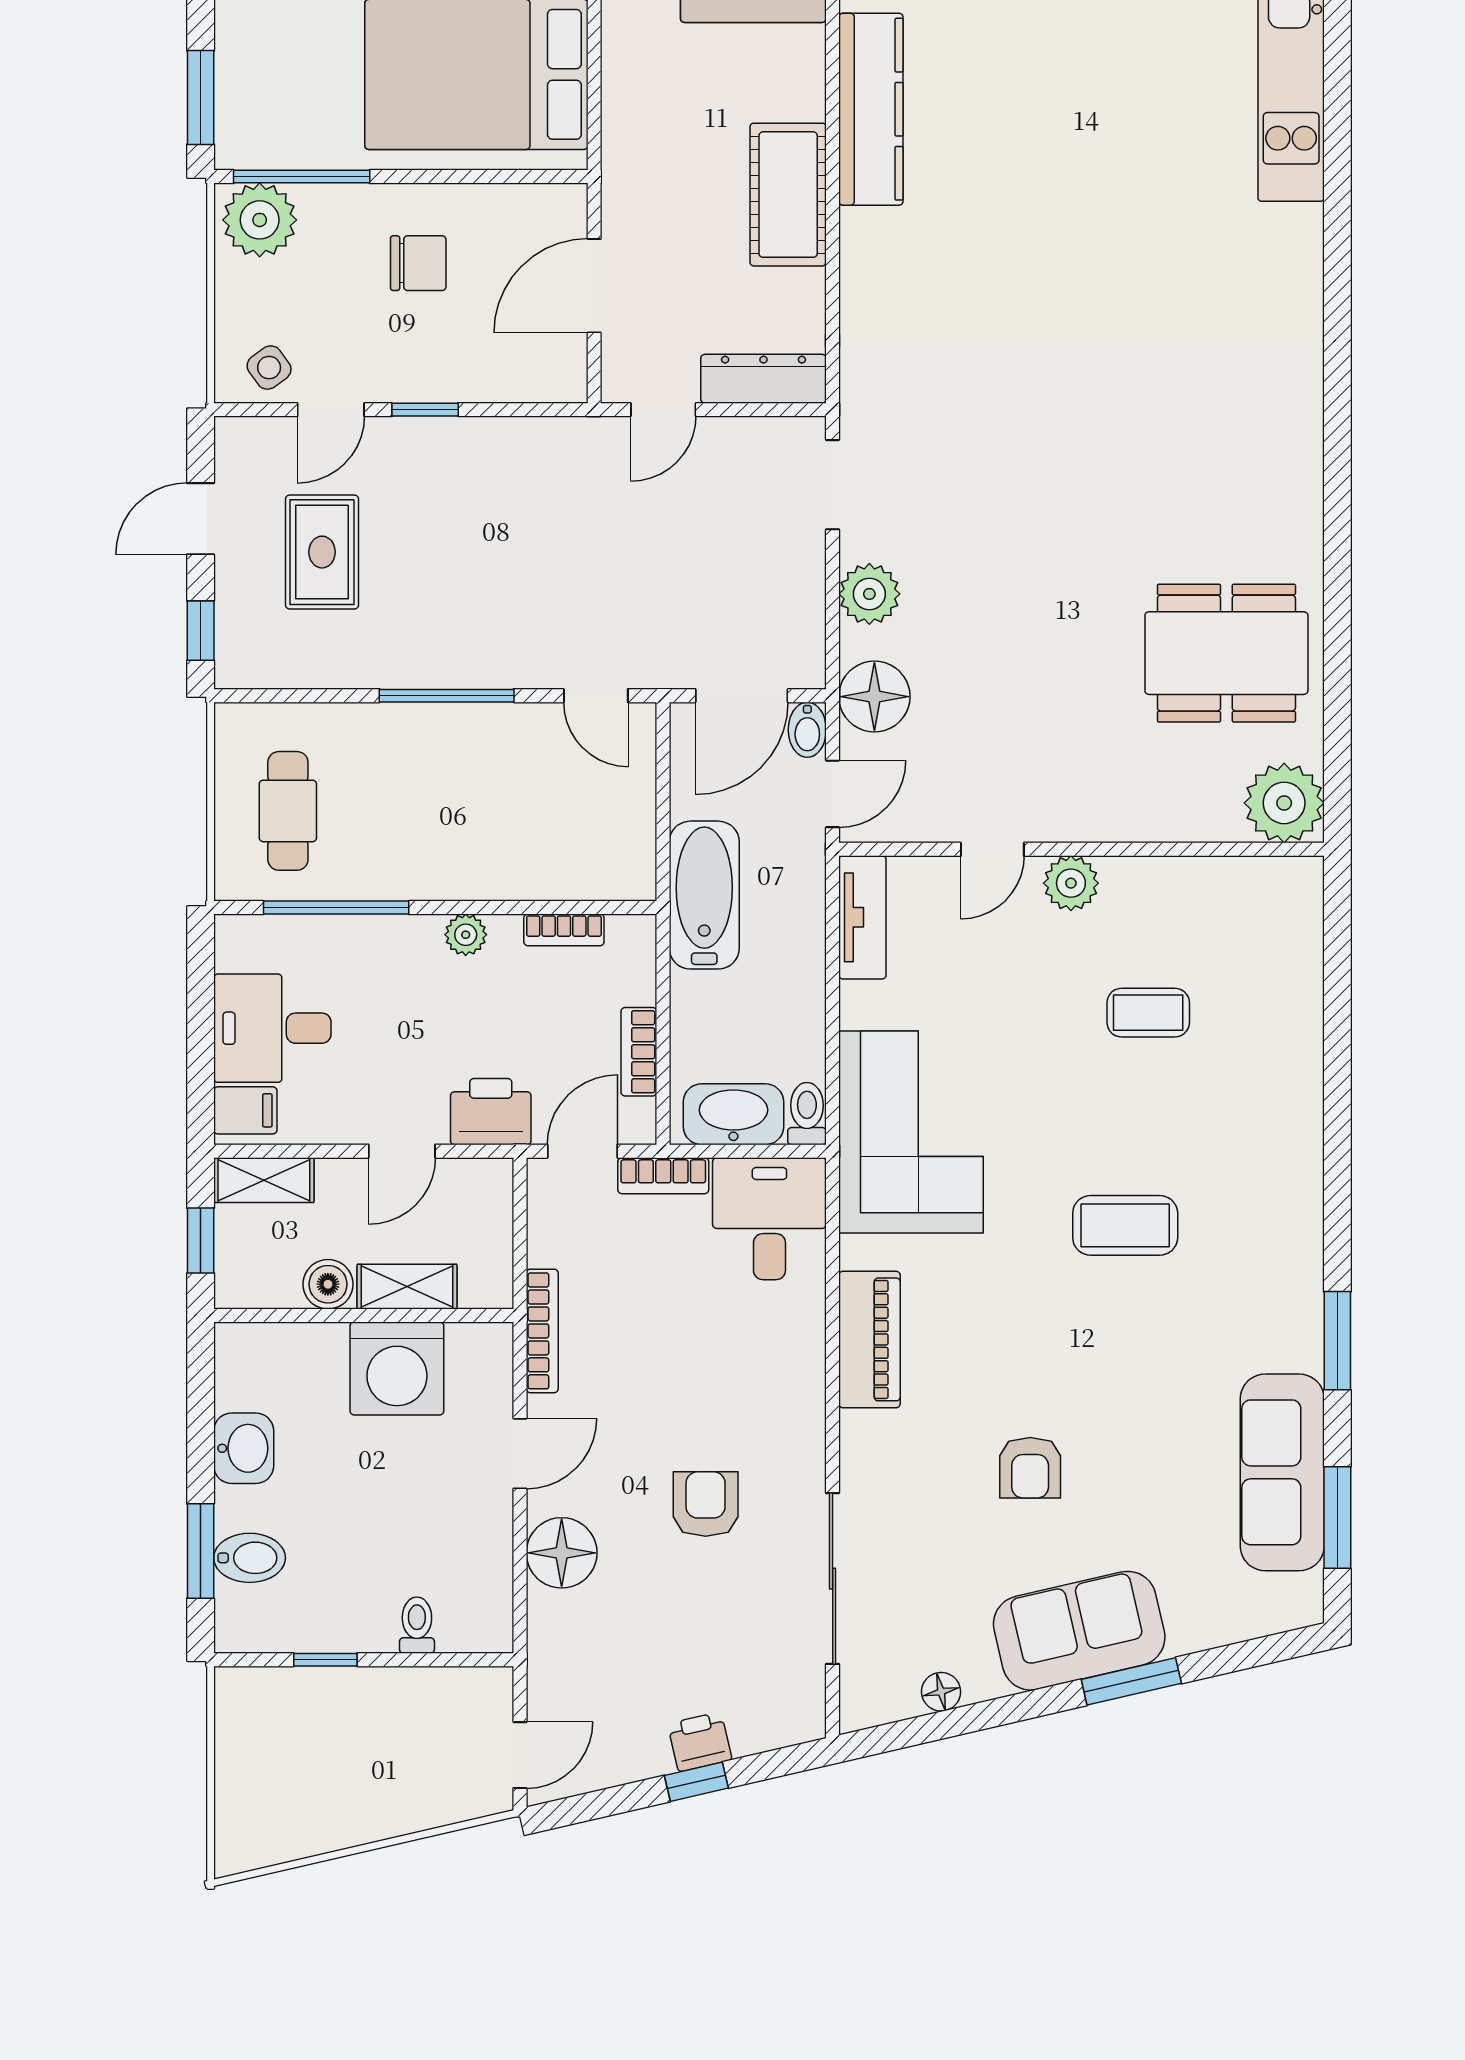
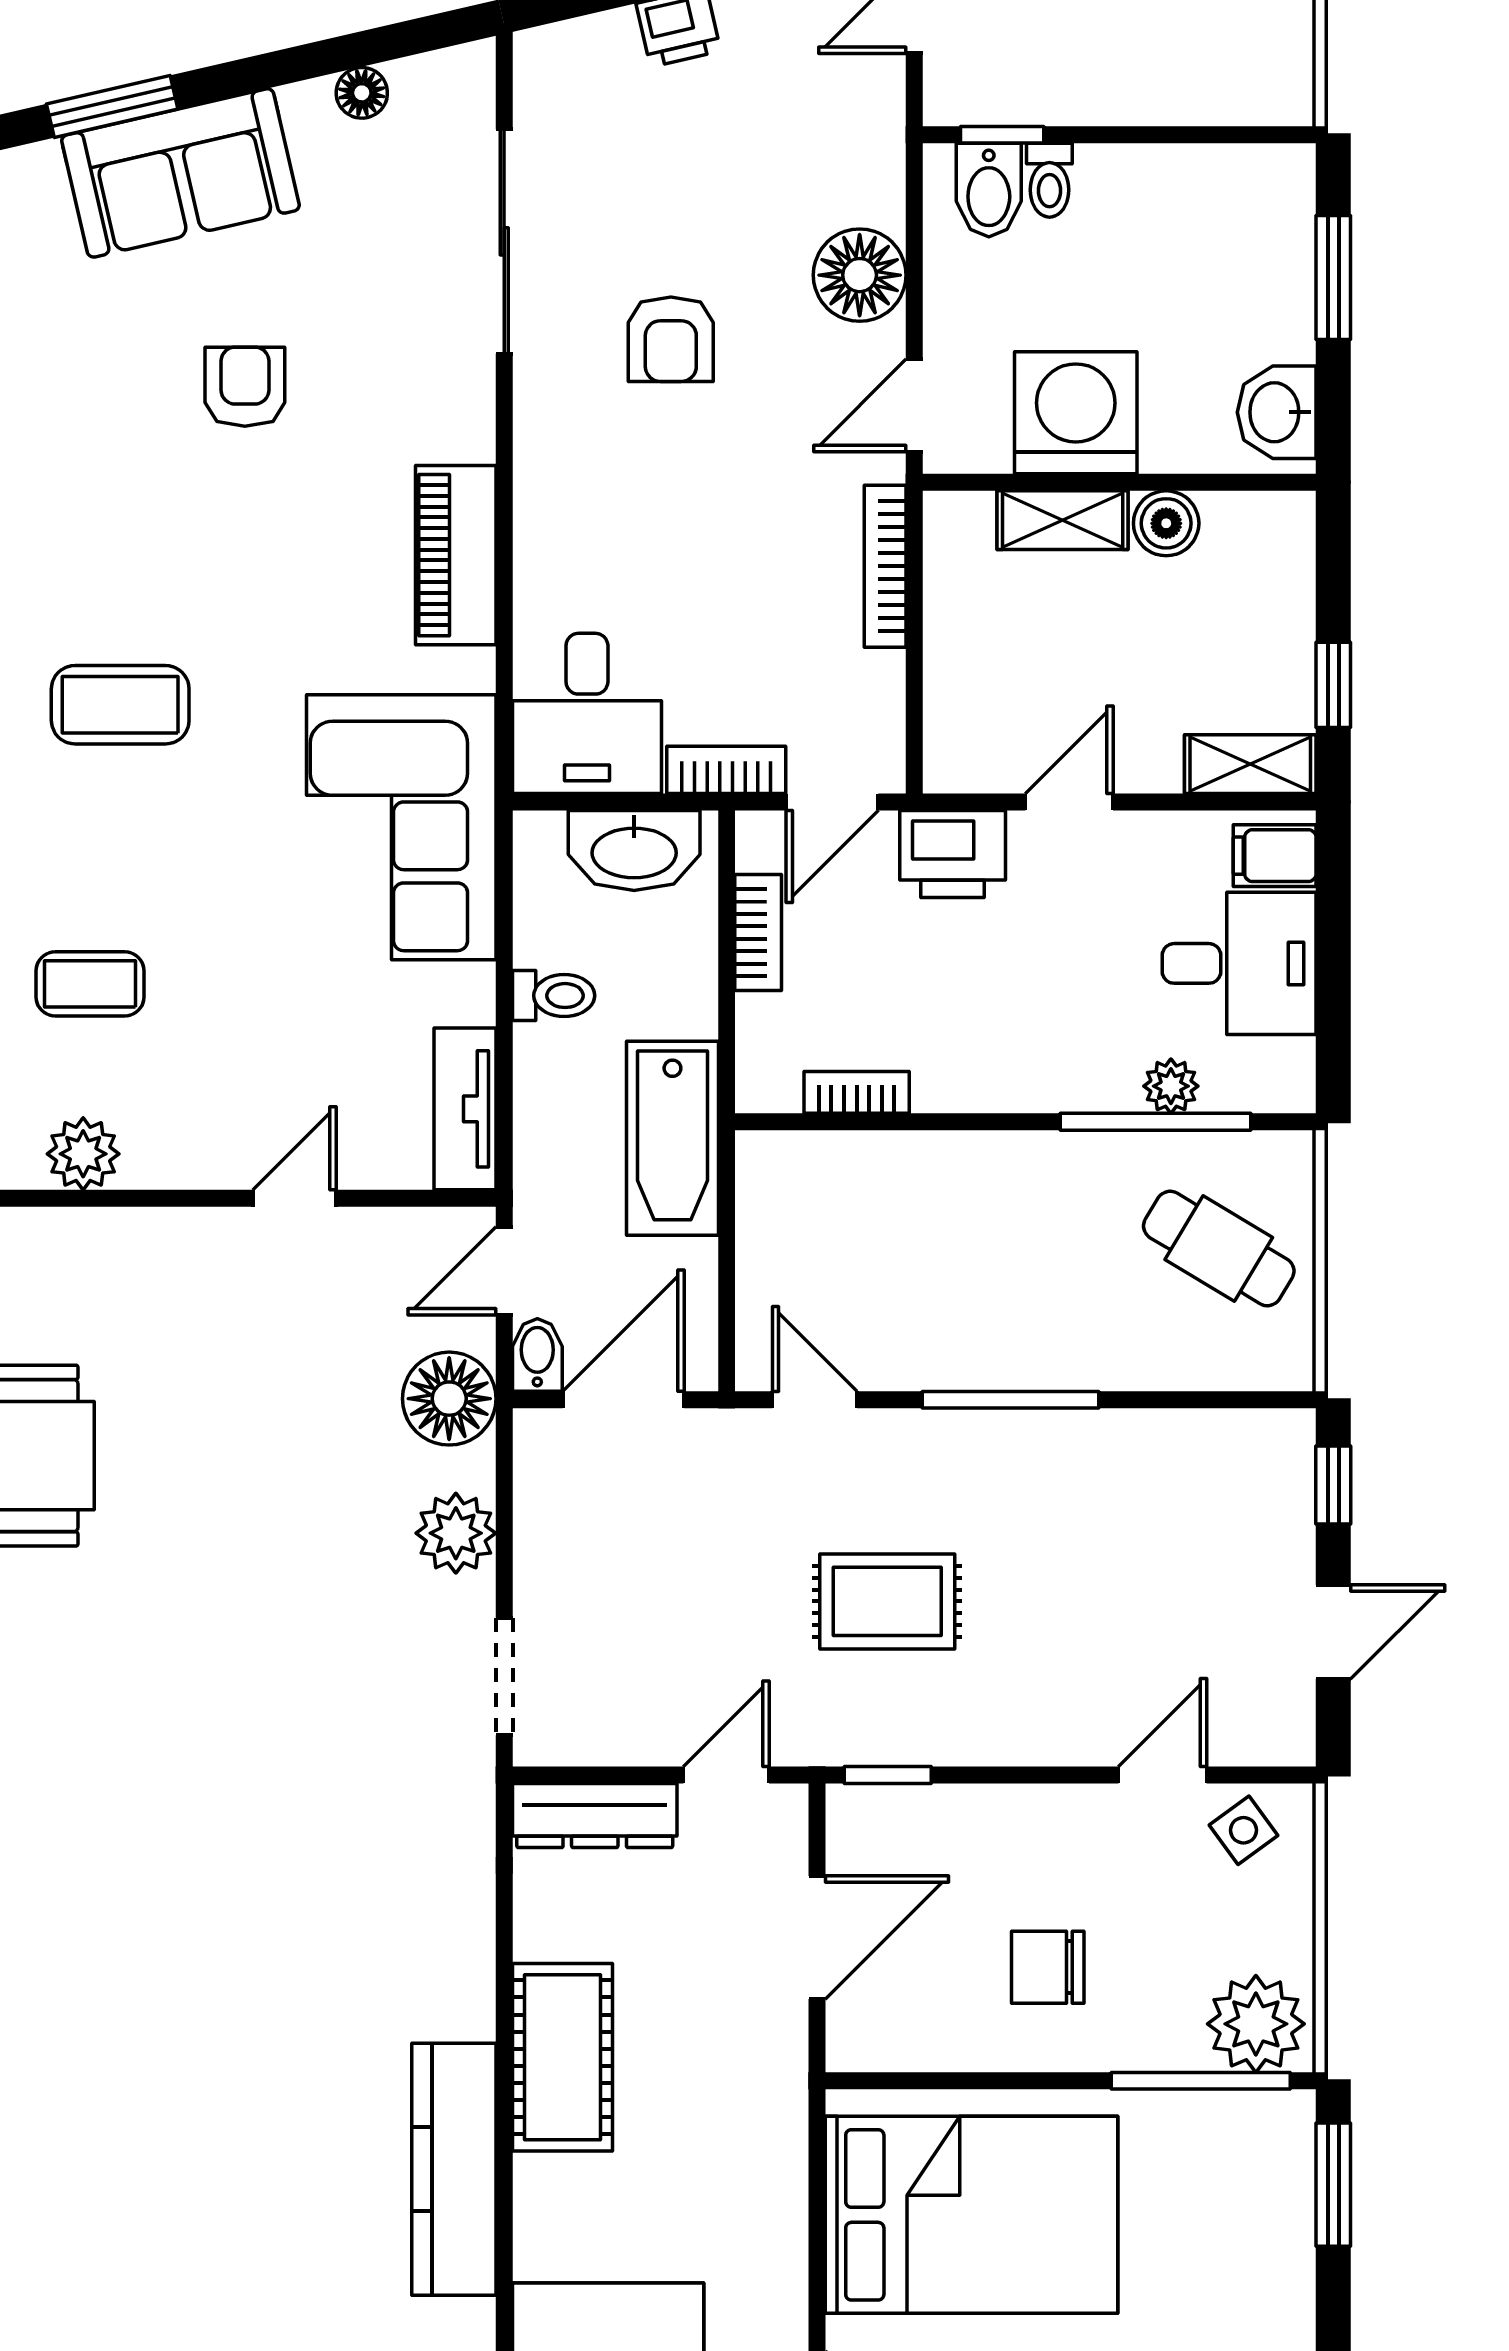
window: (425, 410) -> (888, 1775), moved
rug: (322, 552) -> (887, 1601), moved, turned 90
cafe table: (288, 811) -> (1219, 1249), turned -59
plant: (1071, 883) -> (83, 1154), moved
plant: (466, 935) -> (1171, 1086), moved
toilet: (807, 1114) -> (554, 996), moved, turned -90
boiler: (328, 1284) -> (1166, 523), moved
shelving: (407, 1287) -> (1063, 520), moved
wall: (364, 1315) -> (1119, 482), moved
washing machine: (397, 1368) -> (1076, 413), moved
bidet: (250, 1558) -> (989, 190), moved, turned -90
window: (325, 1660) -> (1002, 135), moved

